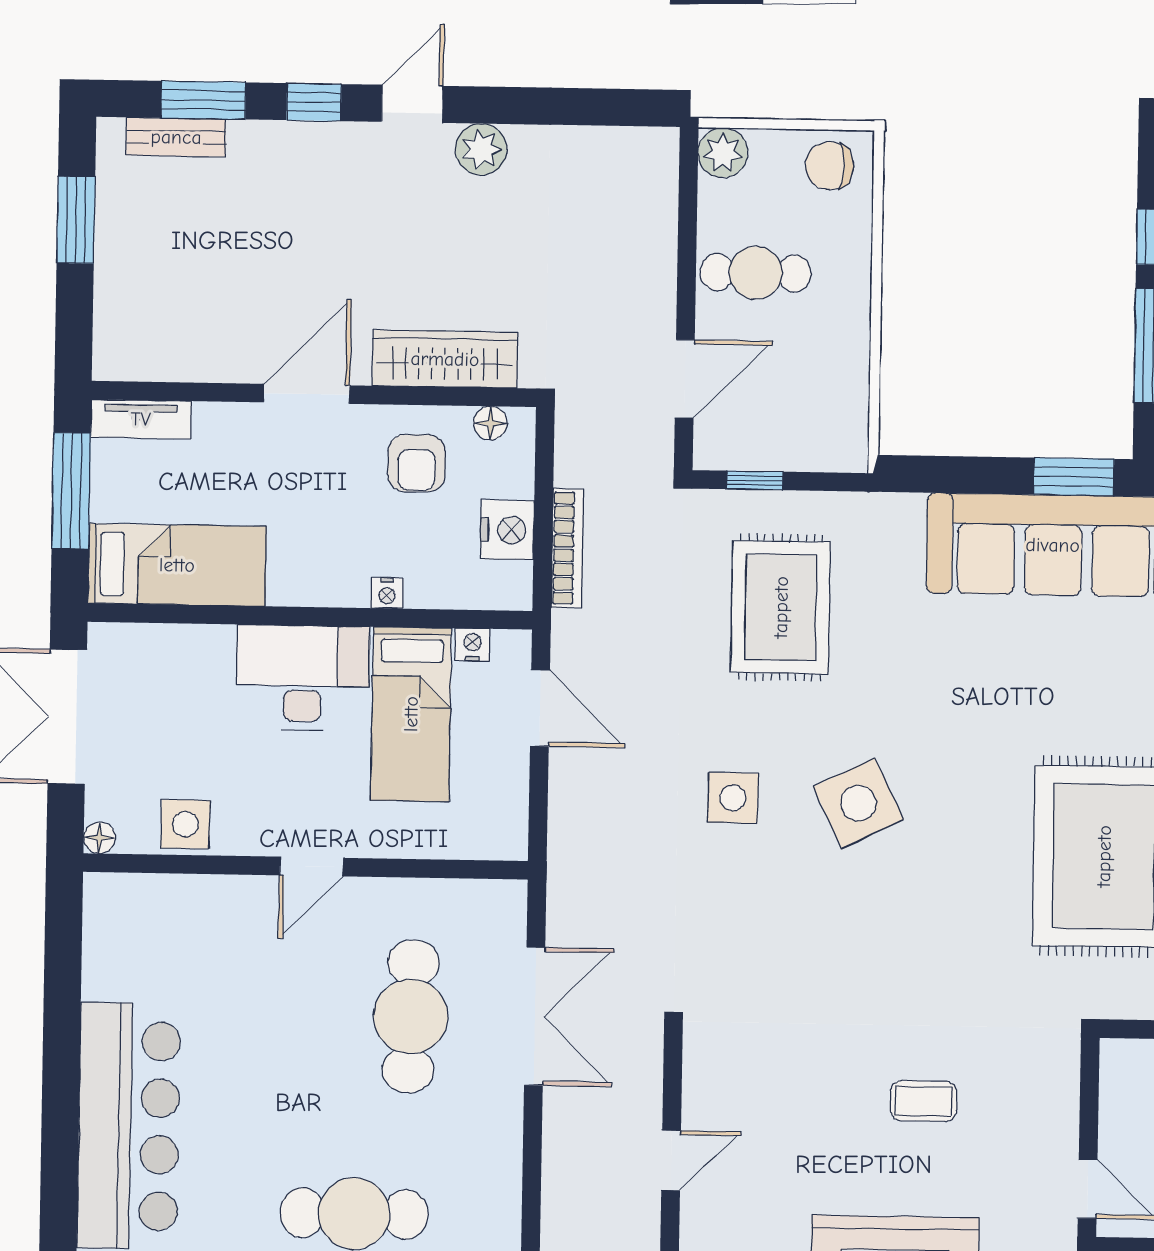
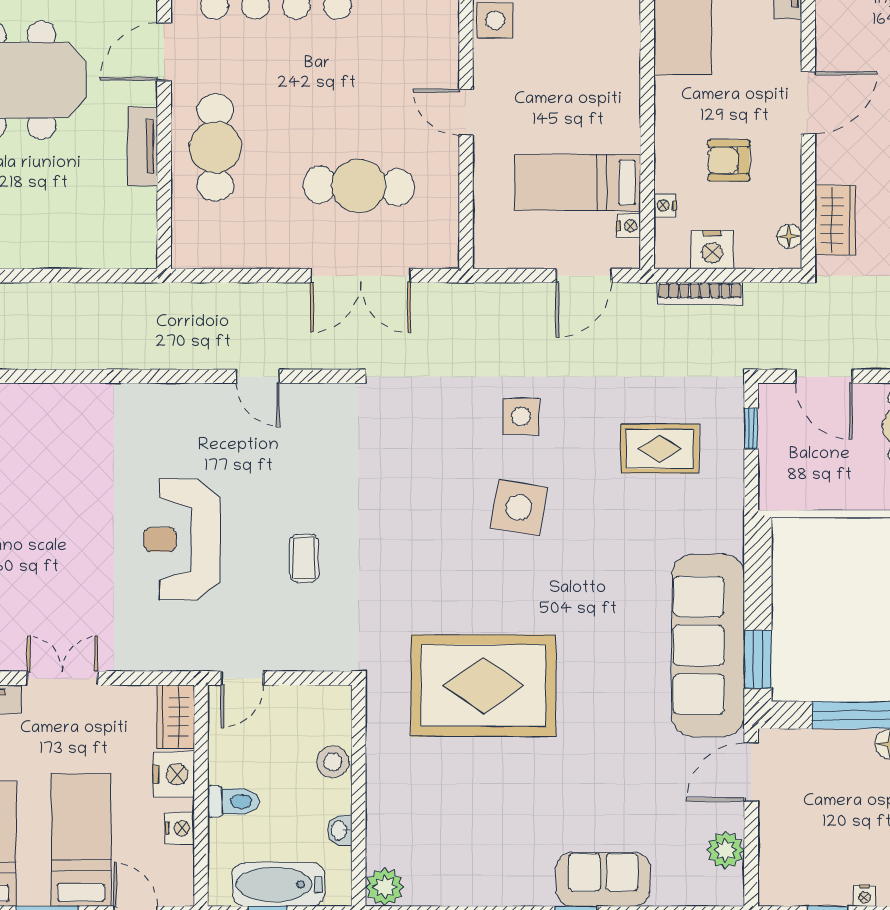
wardrobe: (445, 359) -> (835, 220), width x0.67
door: (307, 394) -> (808, 103), hinge flipped
armchair: (417, 463) -> (729, 160), moved
nightstand: (387, 593) -> (665, 205), moved
rug: (781, 607) -> (660, 449), width x0.73, depth x0.70
desk: (303, 678) -> (603, 103), removed
side table: (858, 803) -> (519, 507), turned 36

